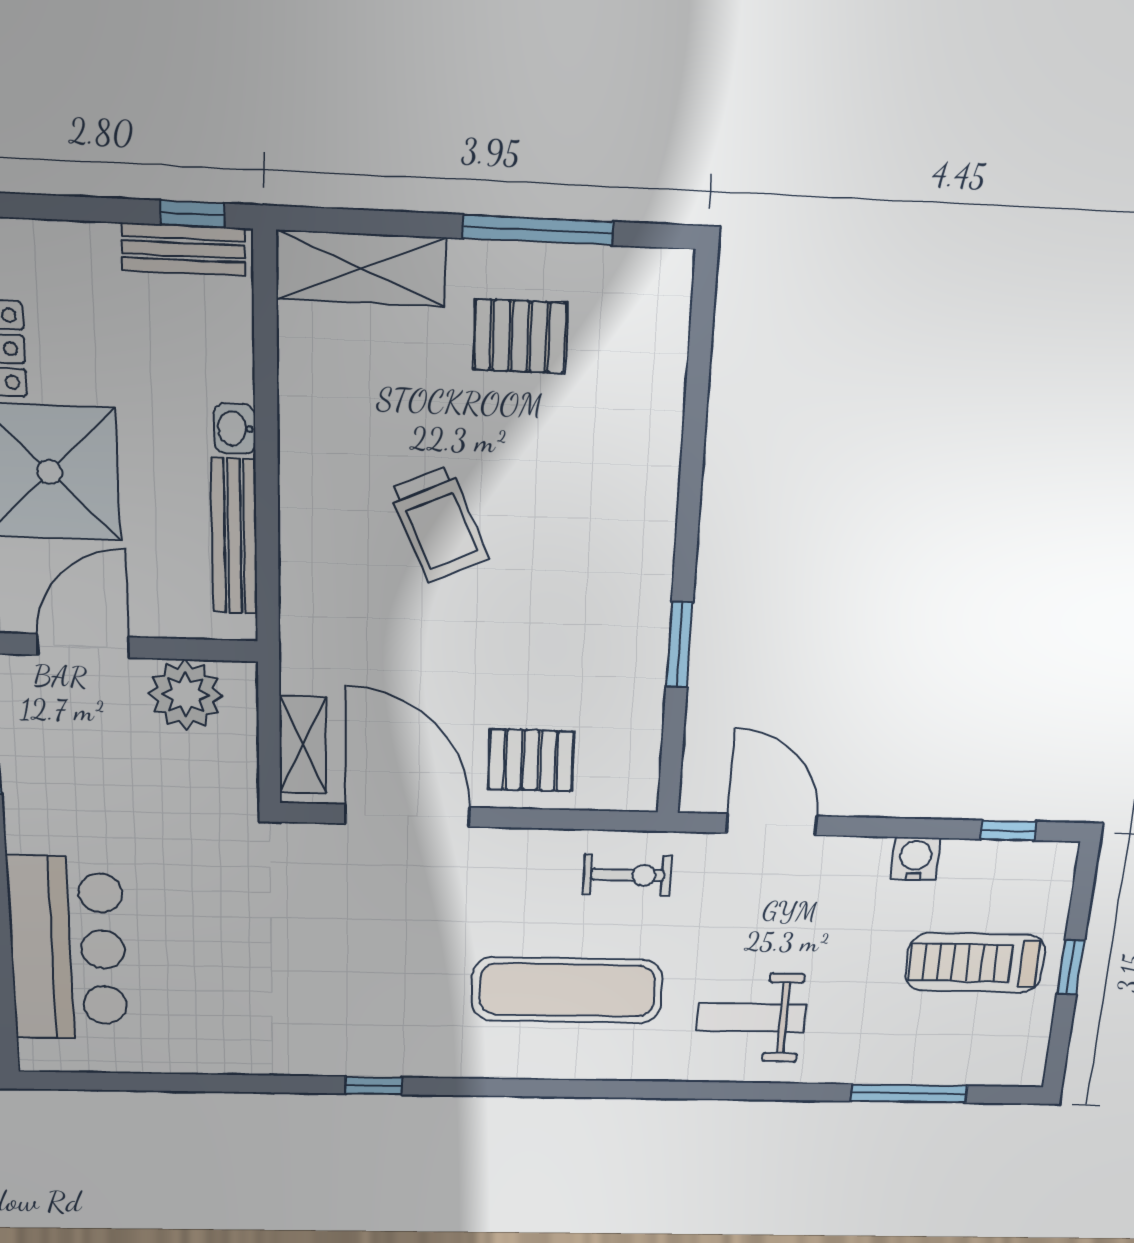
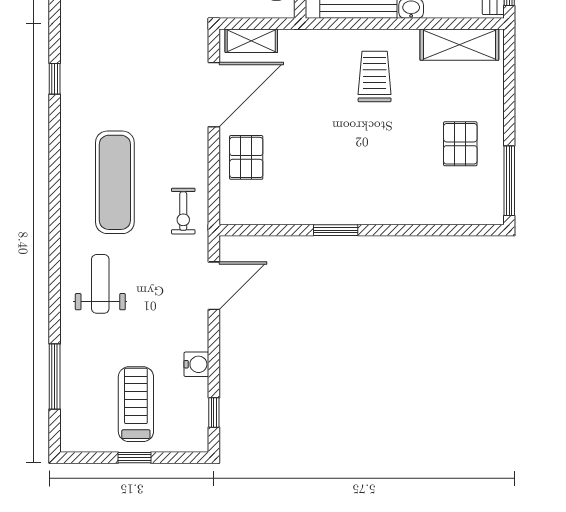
window: (538, 230) -> (509, 181), moved
shelving: (361, 268) -> (459, 45), moved, turned 90
trolley: (439, 524) -> (375, 77), moved, turned 114
window: (679, 645) -> (336, 230), moved

